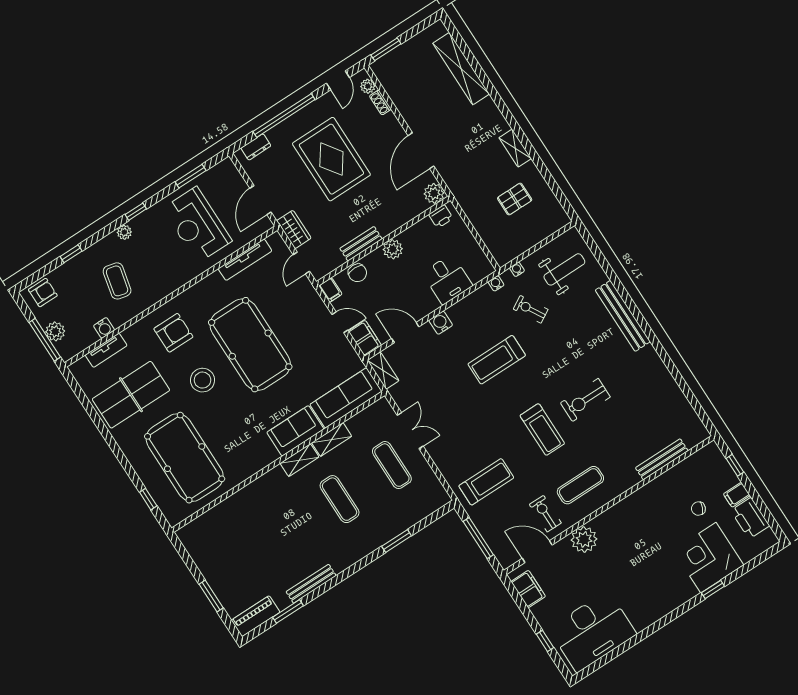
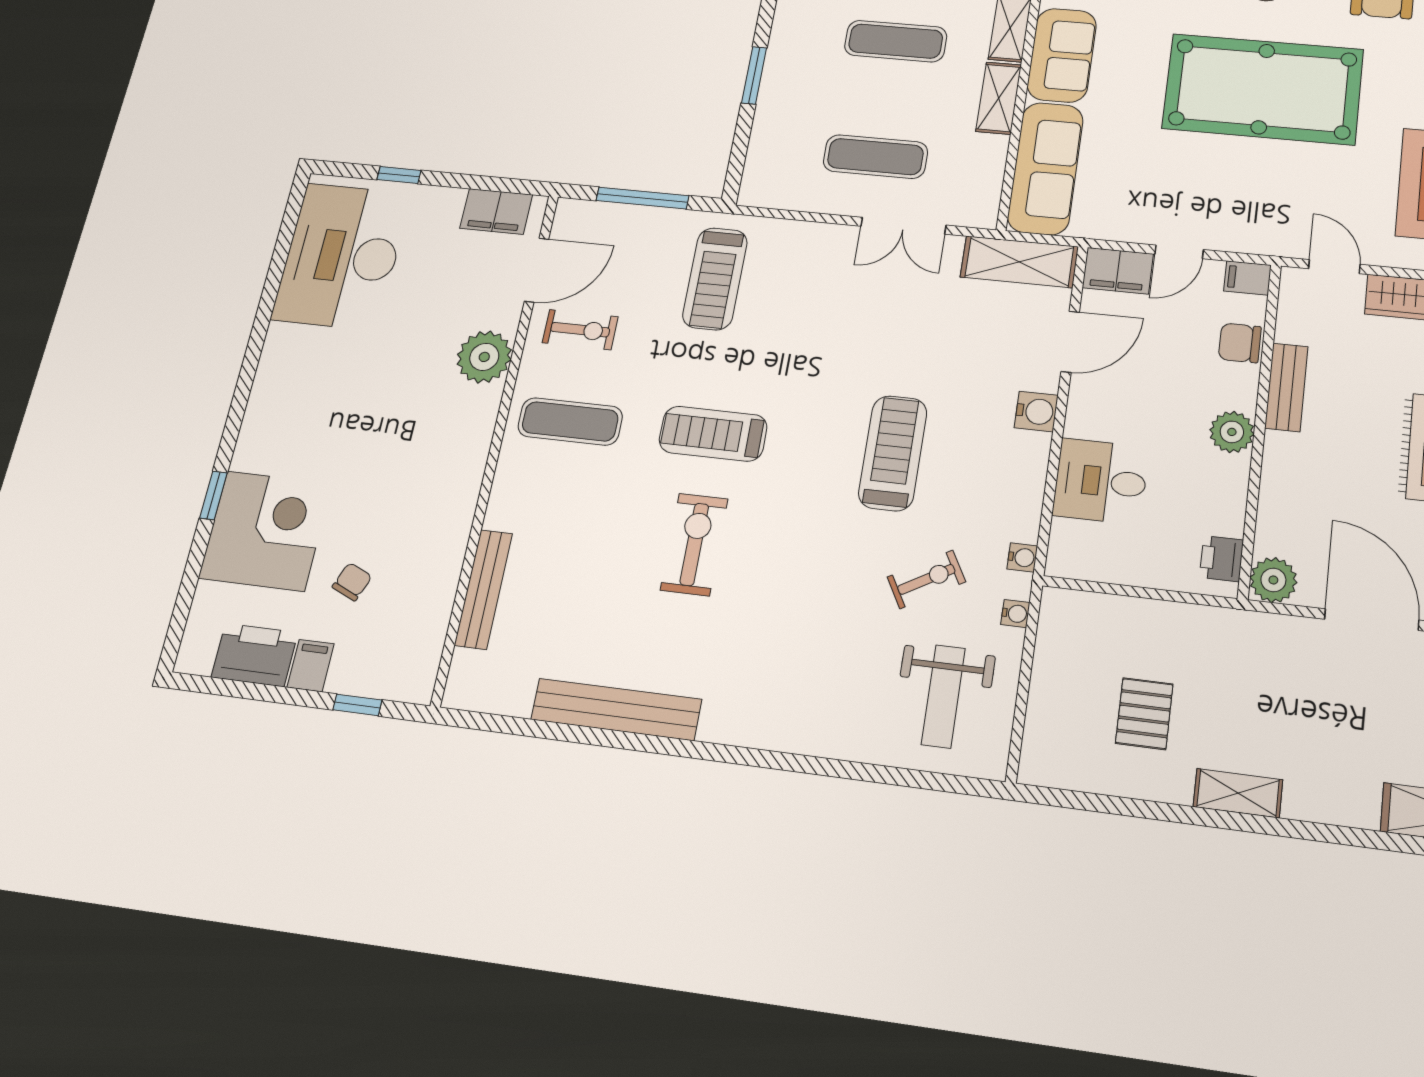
bench: (623, 316) -> (616, 709), moved
shelving: (383, 370) -> (1019, 262), width x1.50, depth x1.33
exercise mat: (580, 485) -> (570, 421), turned 90

